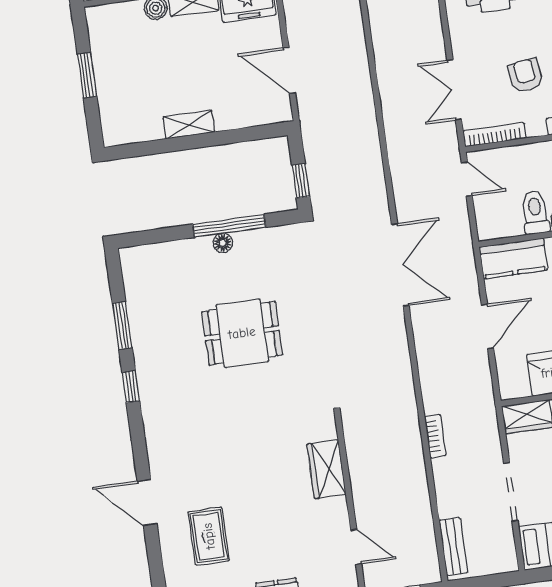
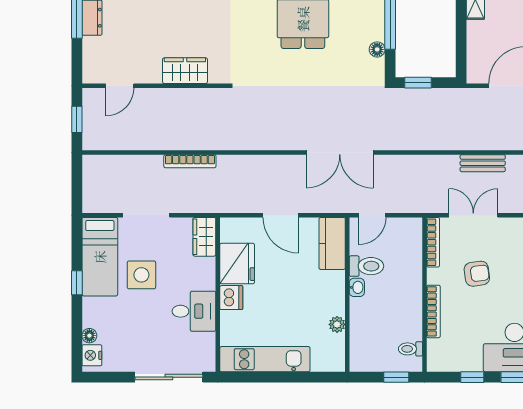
door: (467, 179) -> (372, 215), moved
floor lamp: (223, 243) -> (377, 49), moved
bookcase: (435, 436) -> (190, 161), width x1.56
bench: (453, 547) -> (483, 163), moved

